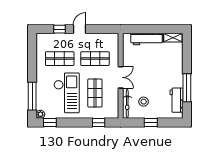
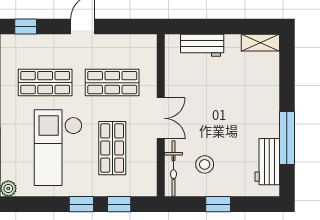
window: (60, 29) -> (26, 26), moved
workbench: (147, 39) -> (202, 45), width x0.73
checkout: (67, 93) -> (58, 148), turned 180
window: (50, 123) -> (81, 204), moved

